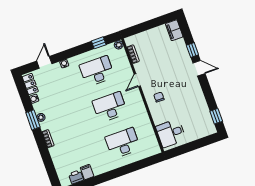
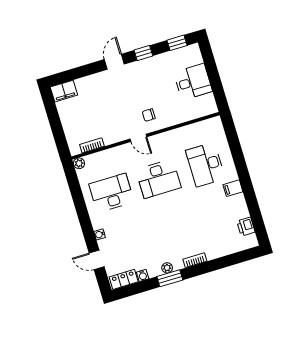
window: (99, 43) -> (75, 189), removed
window: (192, 50) -> (143, 53), moved
desk: (97, 71) -> (111, 193), turned 90
door: (137, 80) -> (138, 138), moved
desk: (110, 107) -> (158, 179), turned -90
desk: (171, 133) -> (193, 82), moved, turned -90
filing cabinet: (87, 172) -> (233, 188), moved

